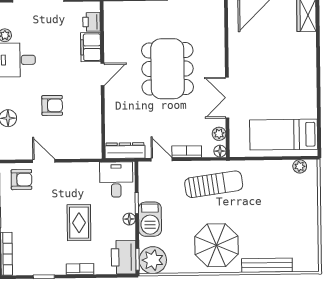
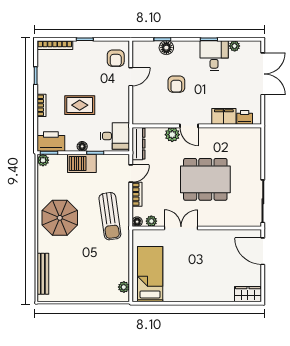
door: (102, 74) -> (189, 126), moved
plant: (114, 110) -> (172, 135), added
plant: (153, 260) -> (43, 160), width x0.53, depth x0.53
bench: (267, 265) -> (43, 274), moved

